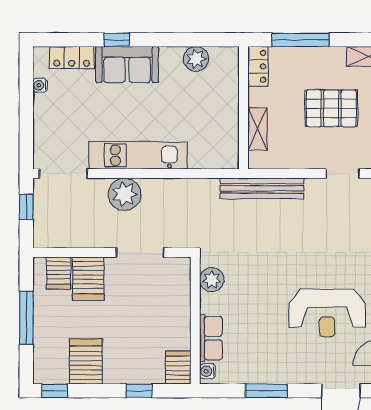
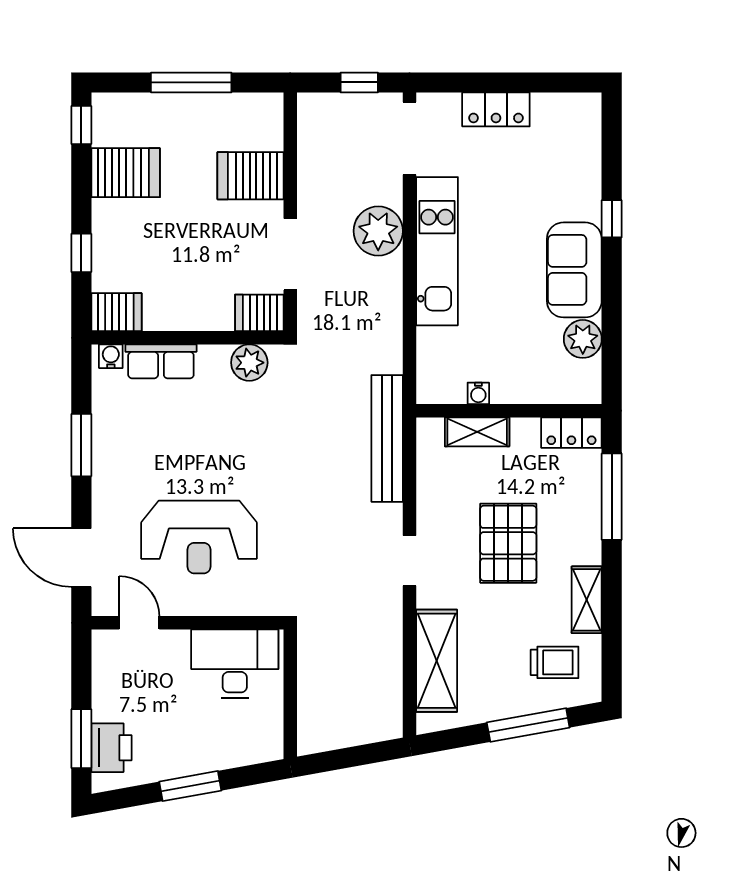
locker: (72, 58) -> (496, 109), moved, turned -90
sofa: (127, 65) -> (574, 270), moved
water cooler: (40, 85) -> (478, 393), moved, turned 180
server rack: (59, 273) -> (259, 313), moved
reception desk: (327, 313) -> (199, 537), turned -90

